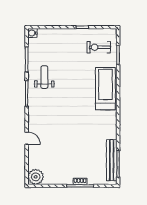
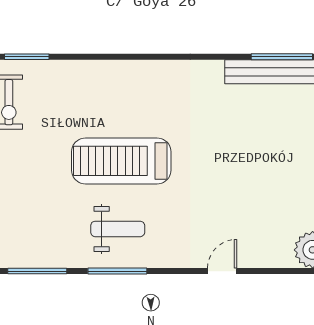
weight bench: (44, 77) -> (118, 229), moved, turned 180
treadmill: (105, 89) -> (121, 161), moved

